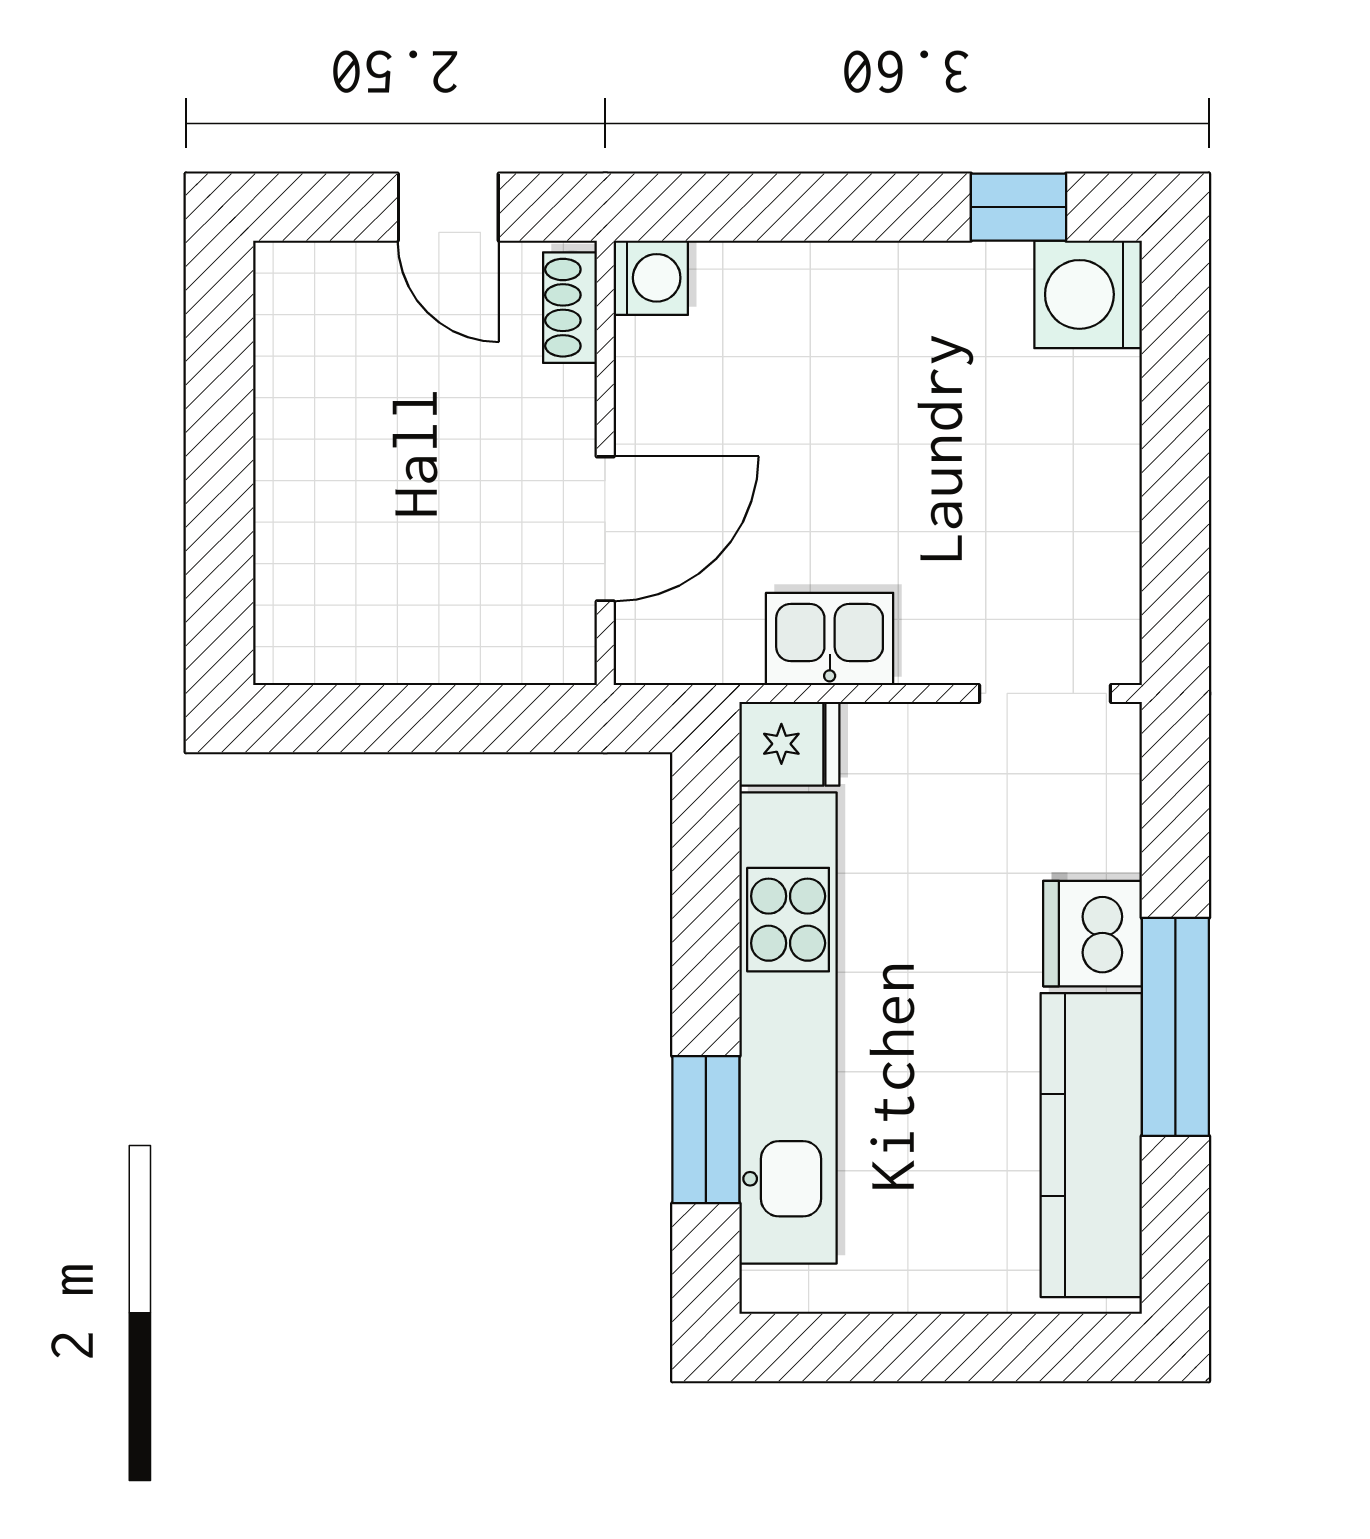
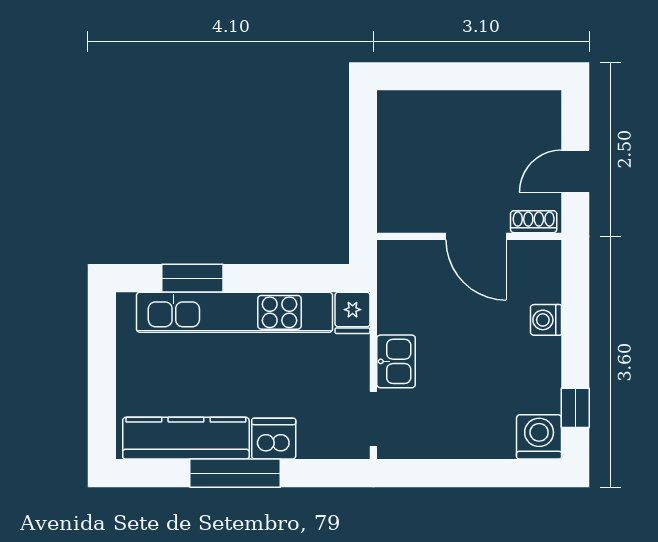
washing machine: (651, 278) -> (546, 320), moved, turned 90
door: (605, 529) -> (476, 236), moved
kitchen sink: (830, 639) -> (396, 361), moved

